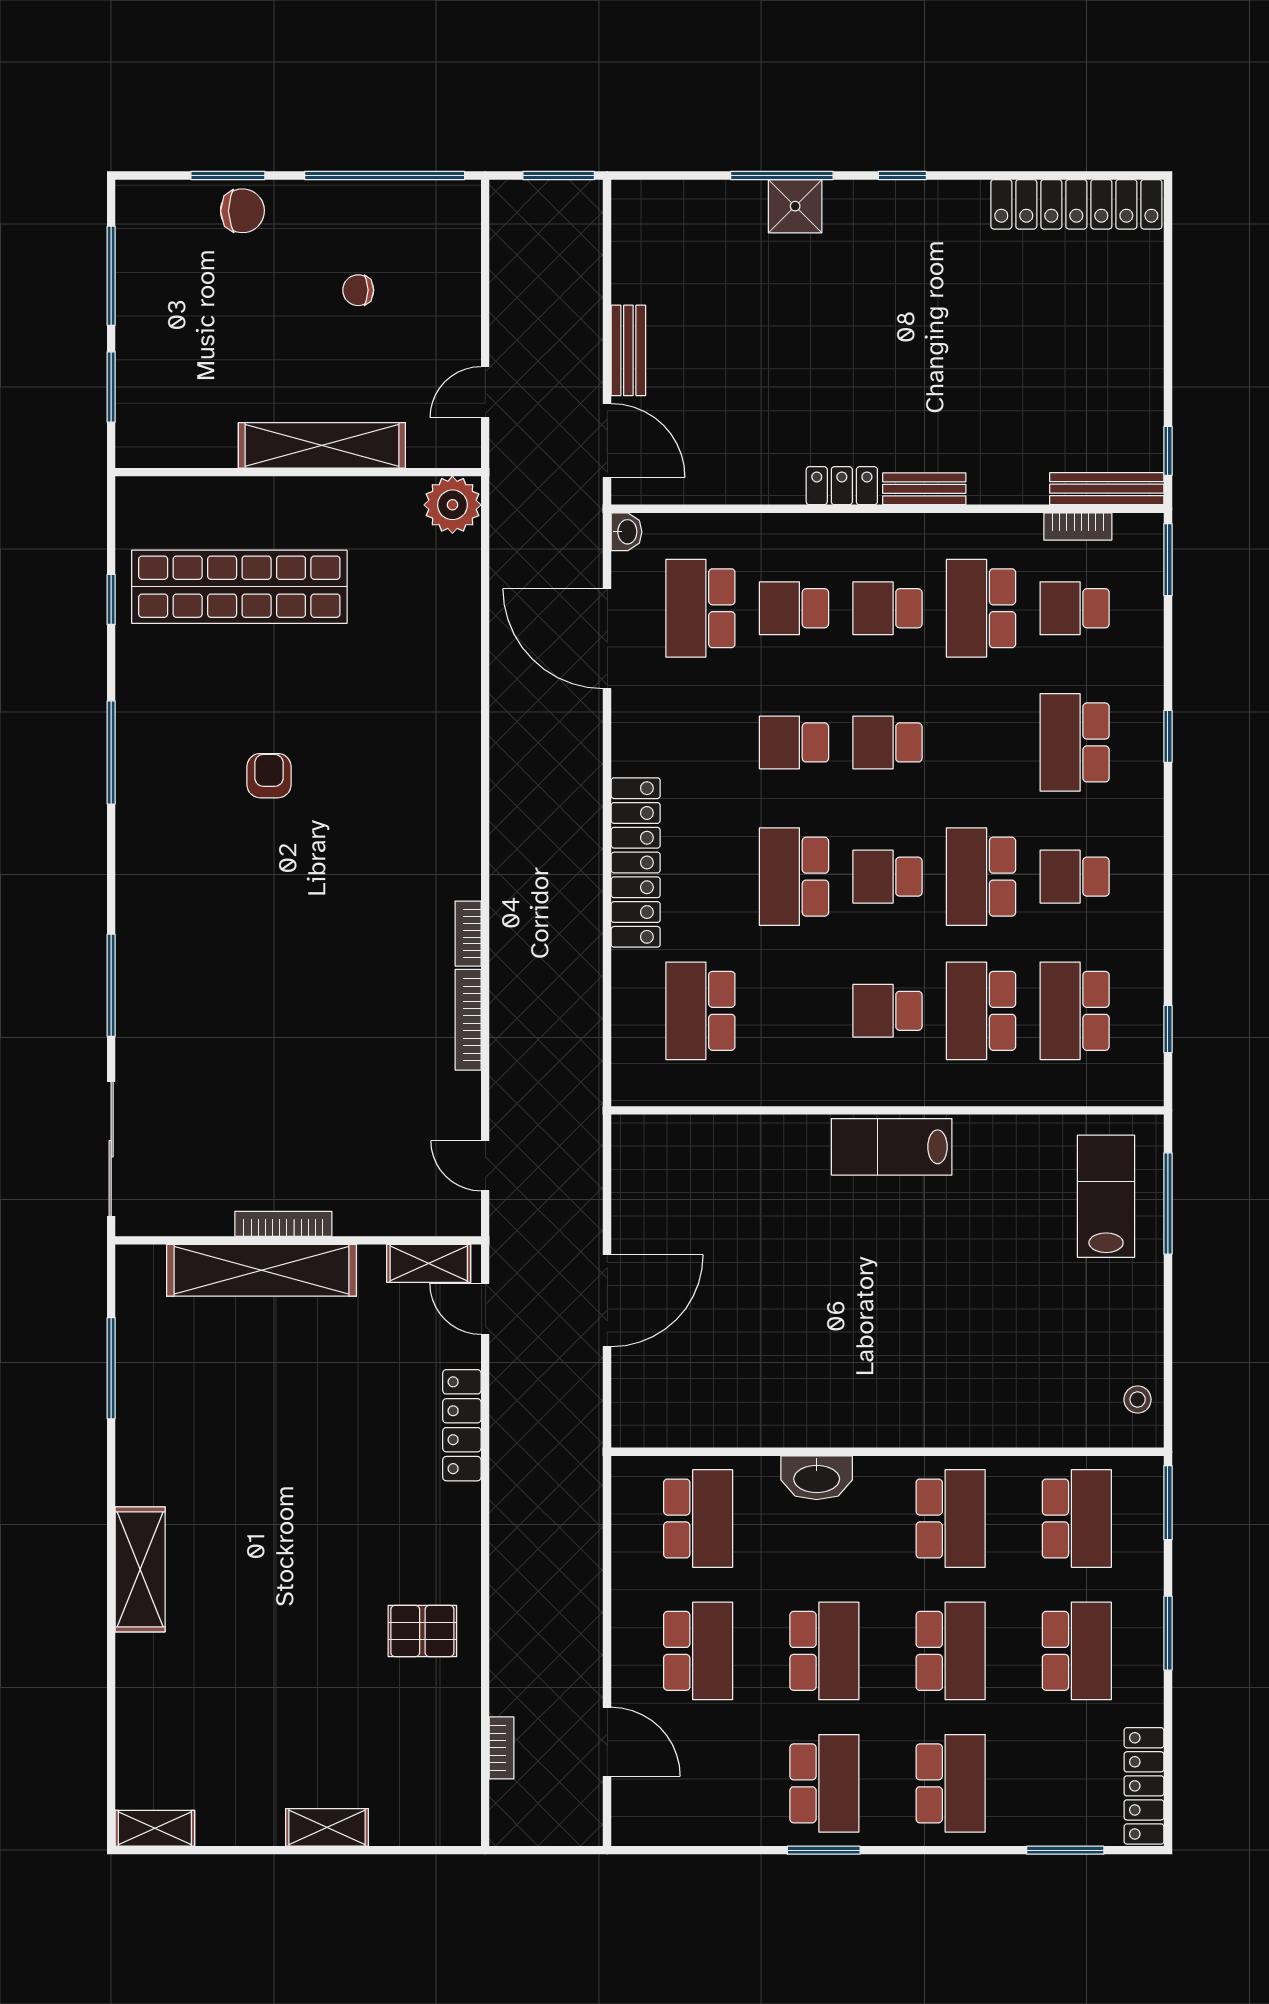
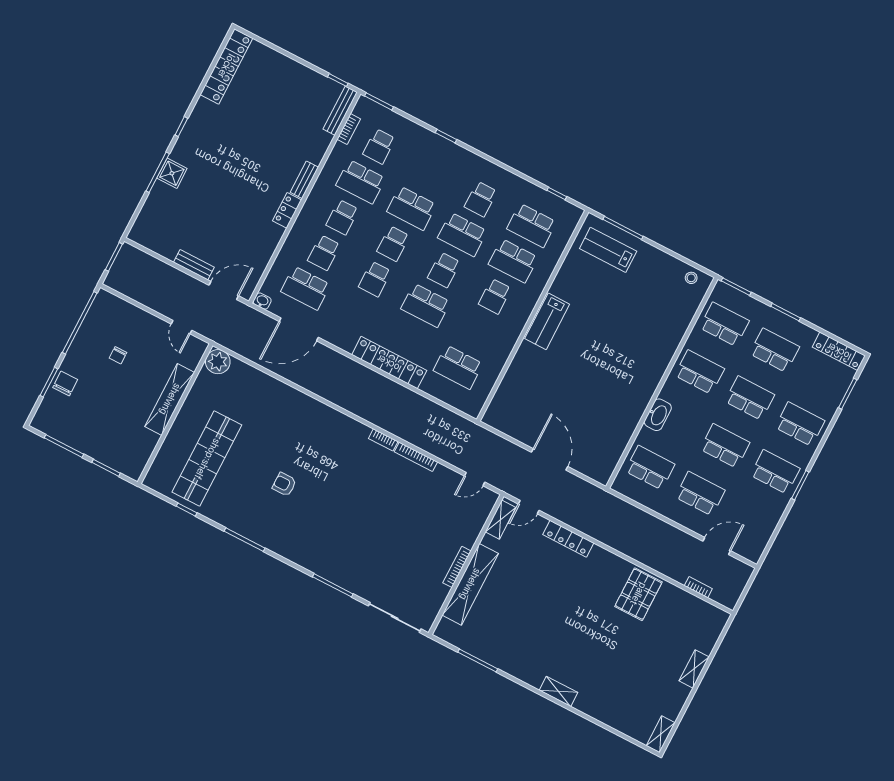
school desk: (1075, 742) -> (412, 208), moved
shelving: (140, 1569) -> (558, 691), width x0.67, depth x0.75
pallet: (422, 1631) -> (638, 594), width x1.50, depth x1.42

